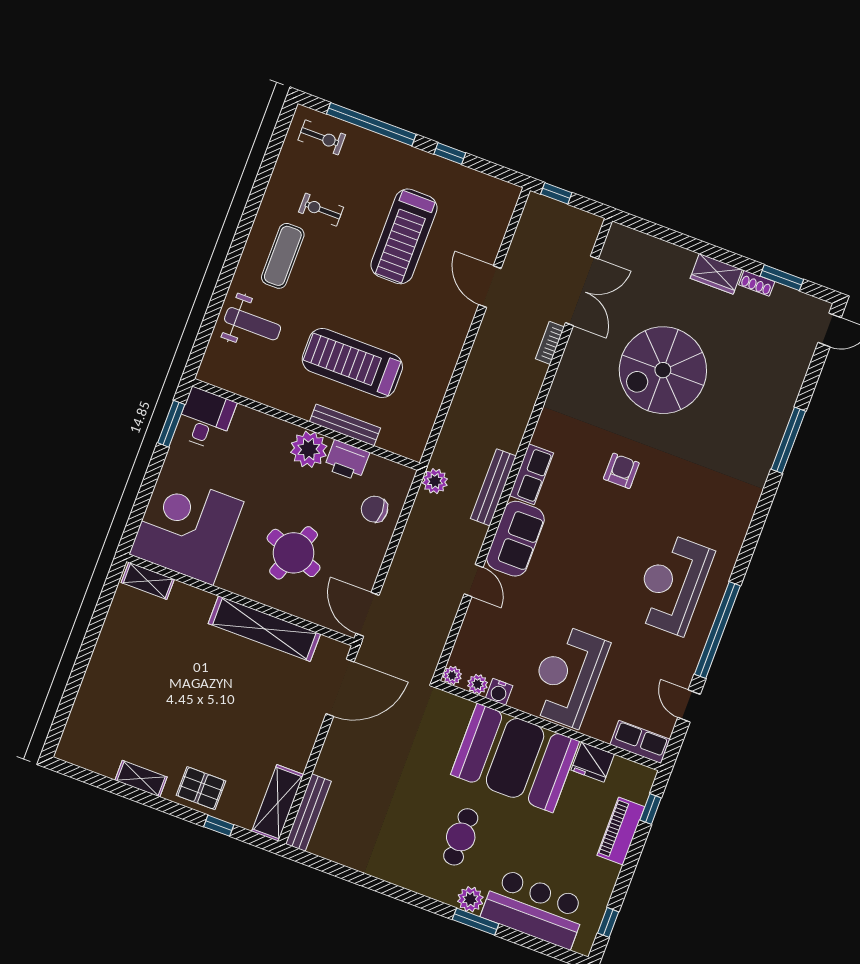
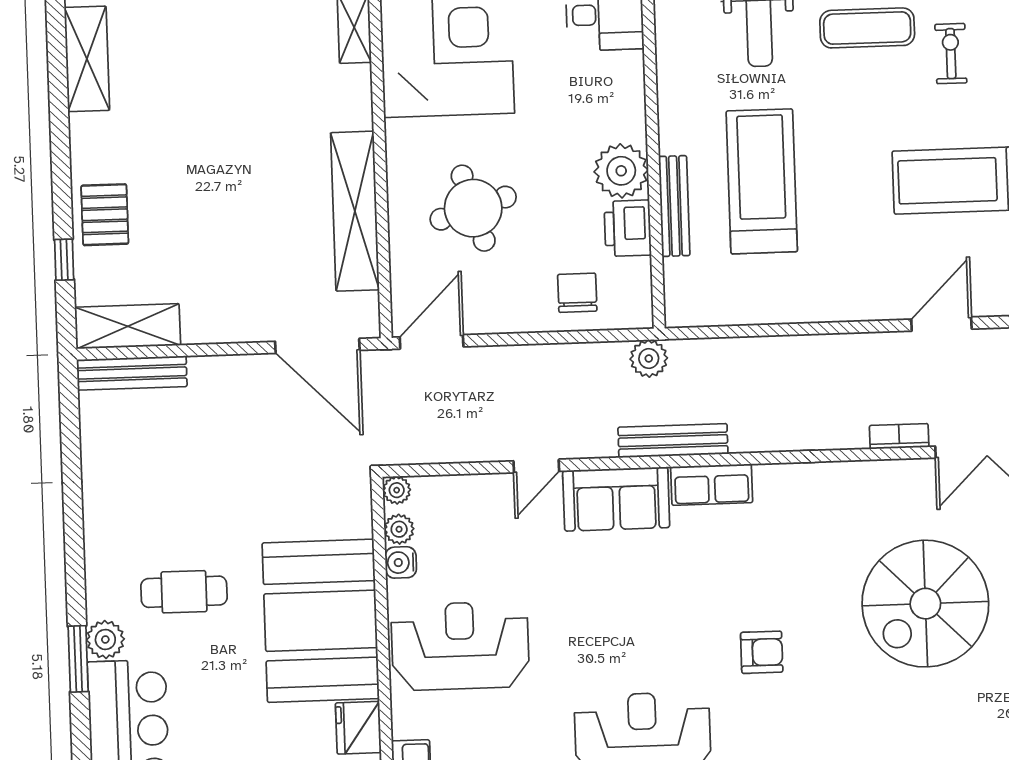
spiral stairs: (663, 370) -> (925, 604), turned -90
armchair: (621, 471) -> (762, 652), moved
round table: (294, 553) -> (473, 208), turned -37
shelving: (141, 779) -> (87, 59), moved, width x1.50, depth x1.33

